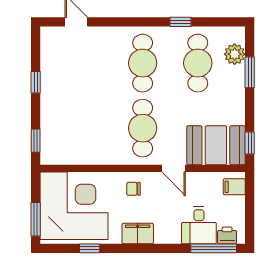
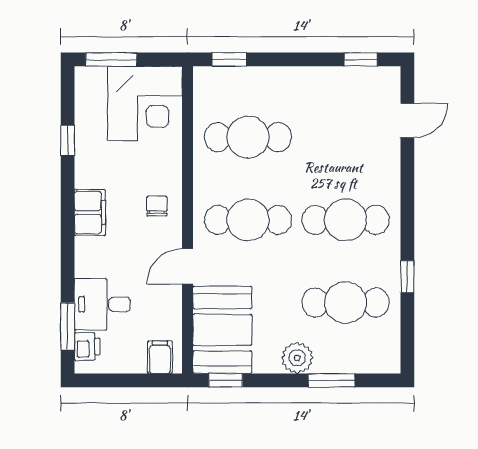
plant: (235, 54) -> (297, 358), moved
window: (36, 82) -> (361, 59), moved
cafe table: (88, 128) -> (248, 137), added
corner desk: (74, 206) -> (145, 103), width x0.74, depth x0.74
window: (214, 248) -> (68, 326), width x0.69

